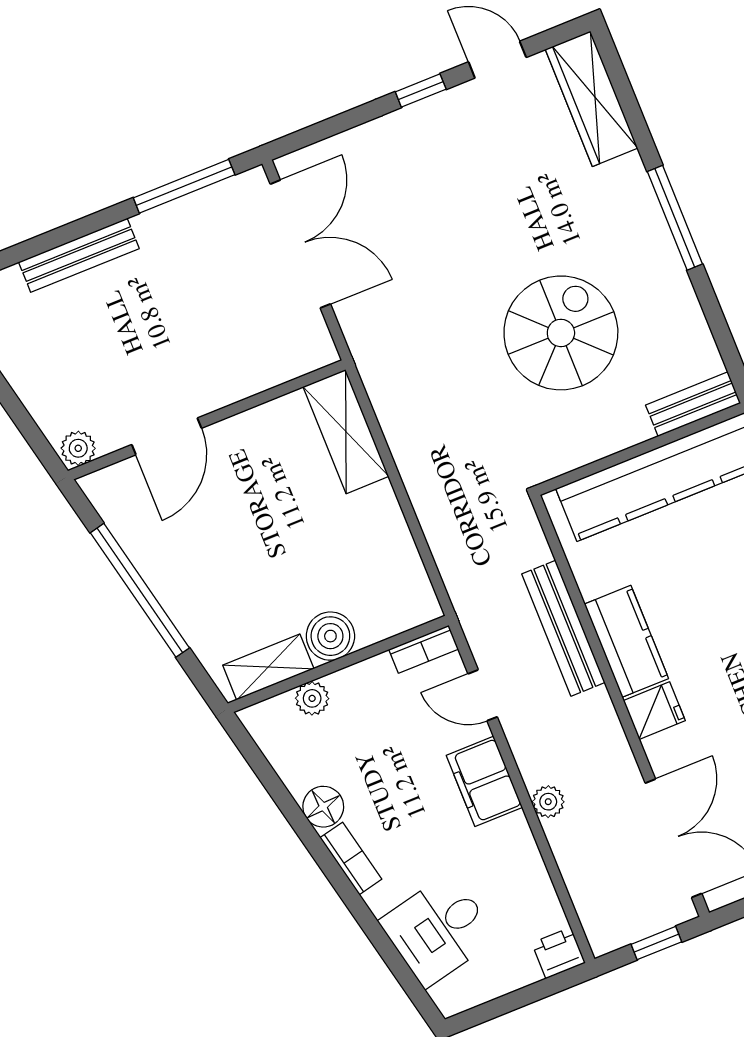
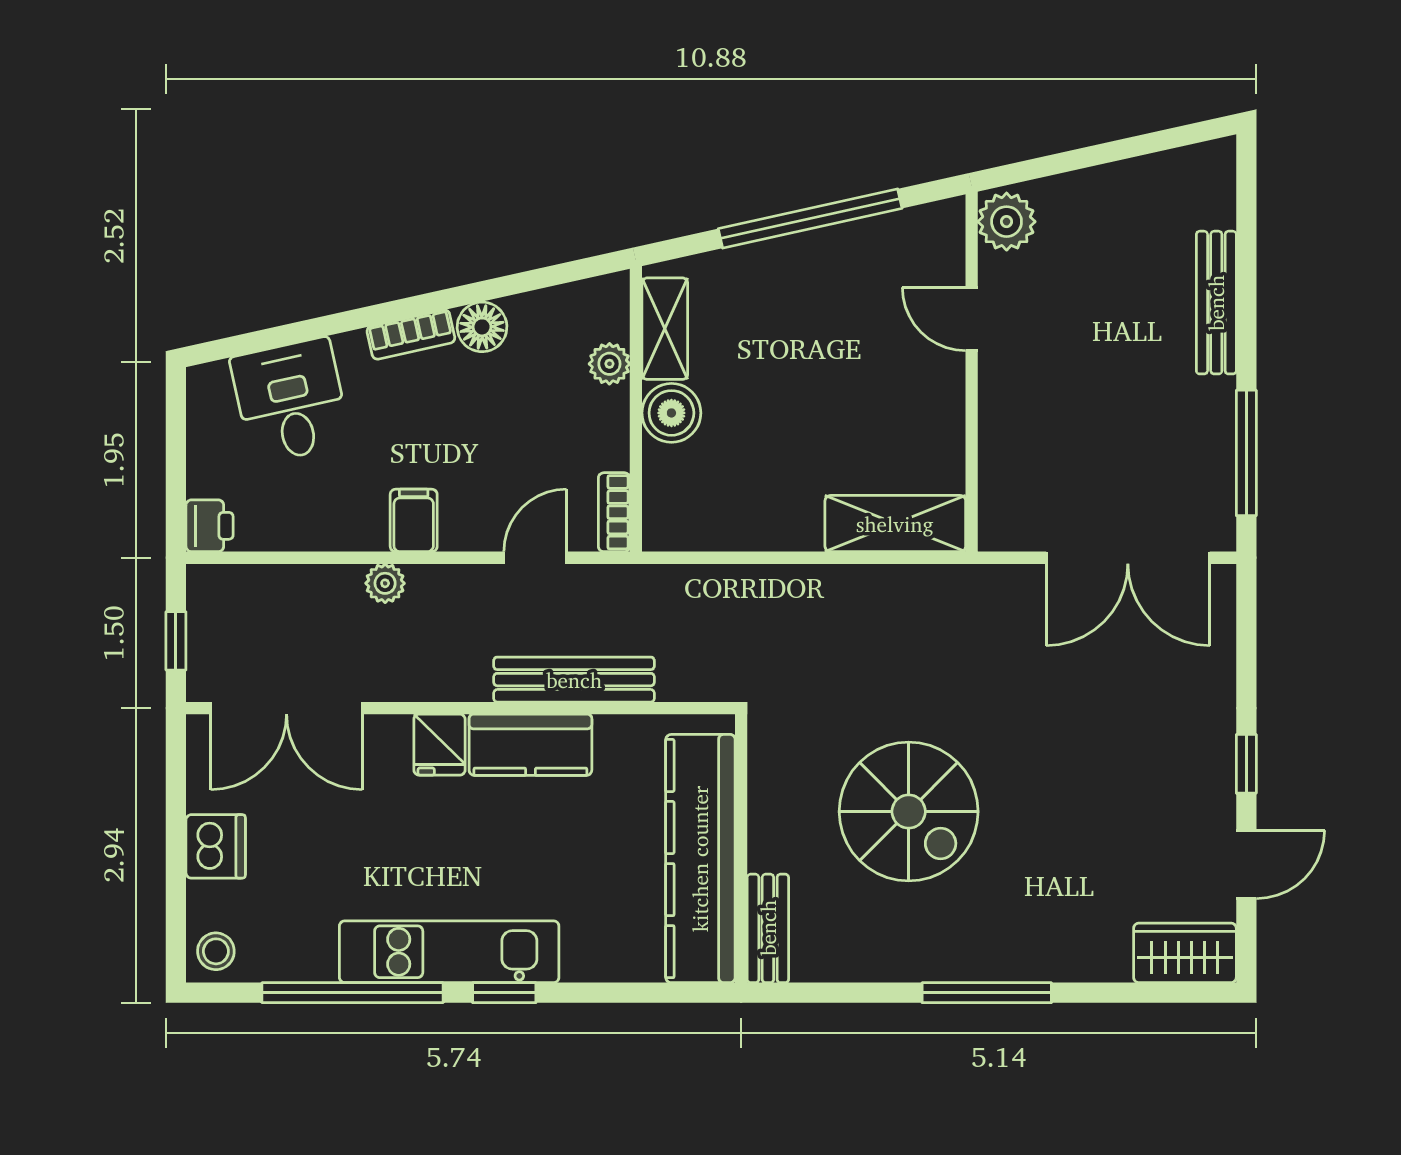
wardrobe: (591, 99) -> (1185, 953), width x0.67
door: (167, 436) -> (972, 319), width x0.73
plant: (78, 448) -> (1007, 222), width x1.38, depth x1.38
filing cabinet: (484, 781) -> (414, 520), width x0.50

